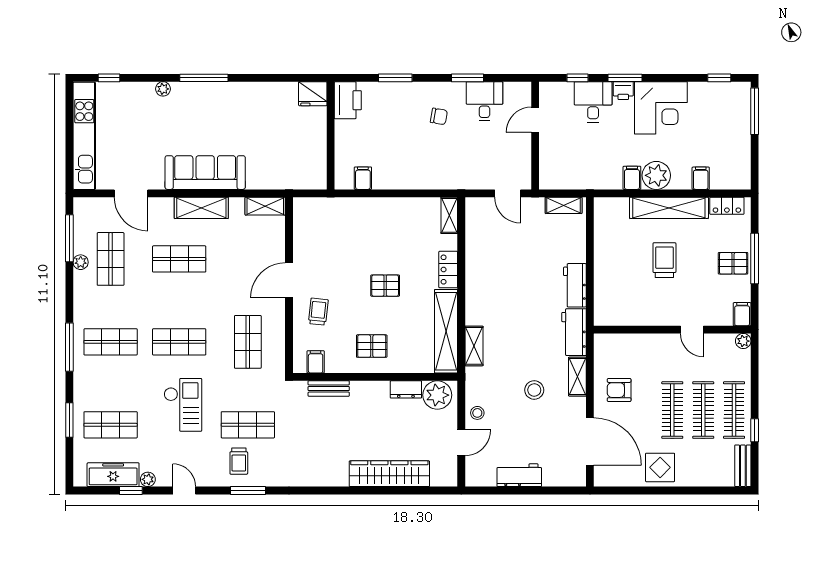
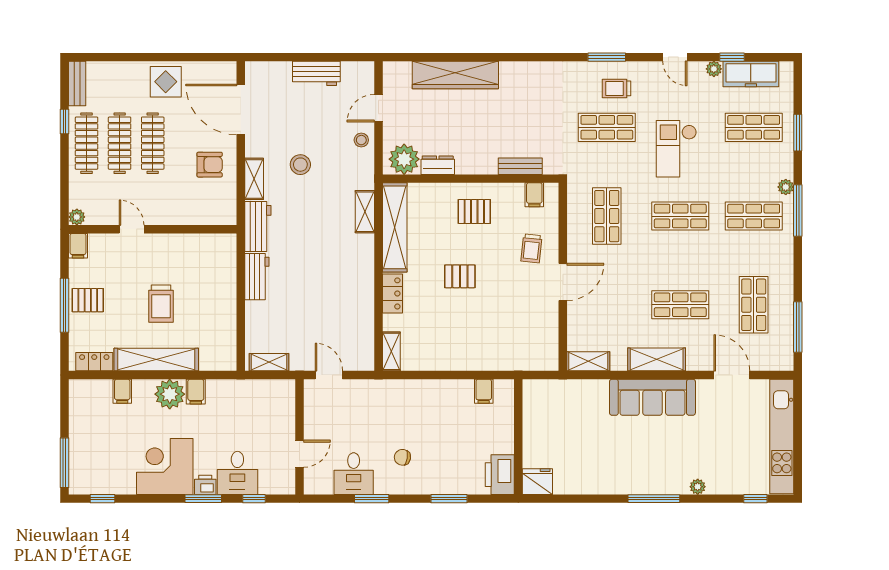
plant: (81, 262) -> (786, 187), moved
trolley: (239, 461) -> (616, 88), turned -90

